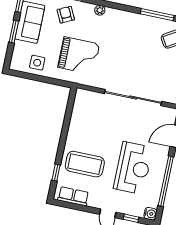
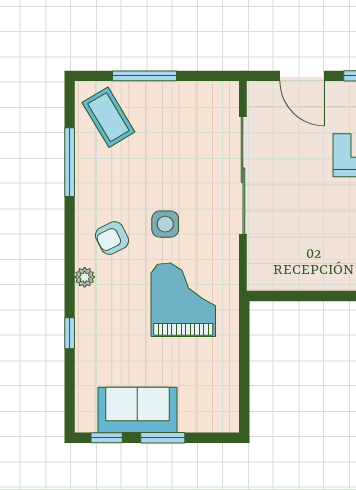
armchair: (66, 15) -> (112, 238), moved
side table: (37, 63) -> (165, 224), moved

